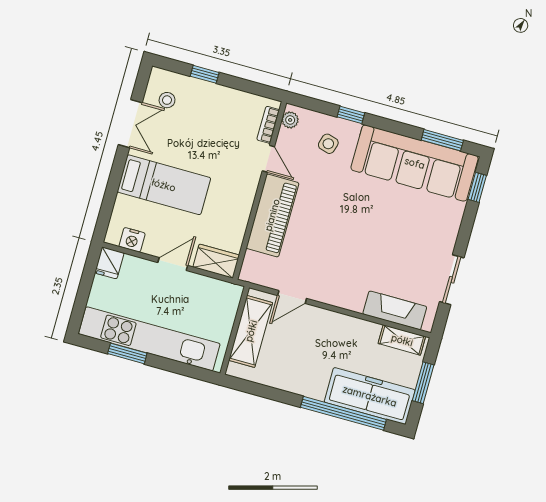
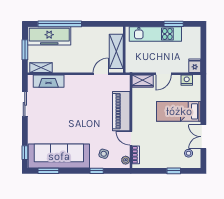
kitchen unit: (149, 339) -> (155, 34), width x0.73

